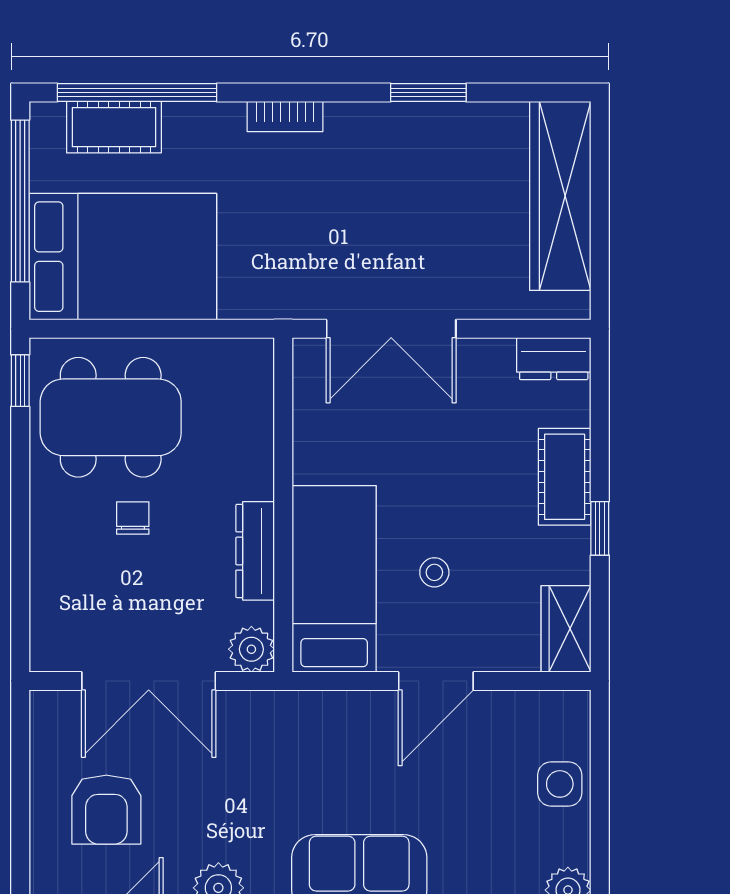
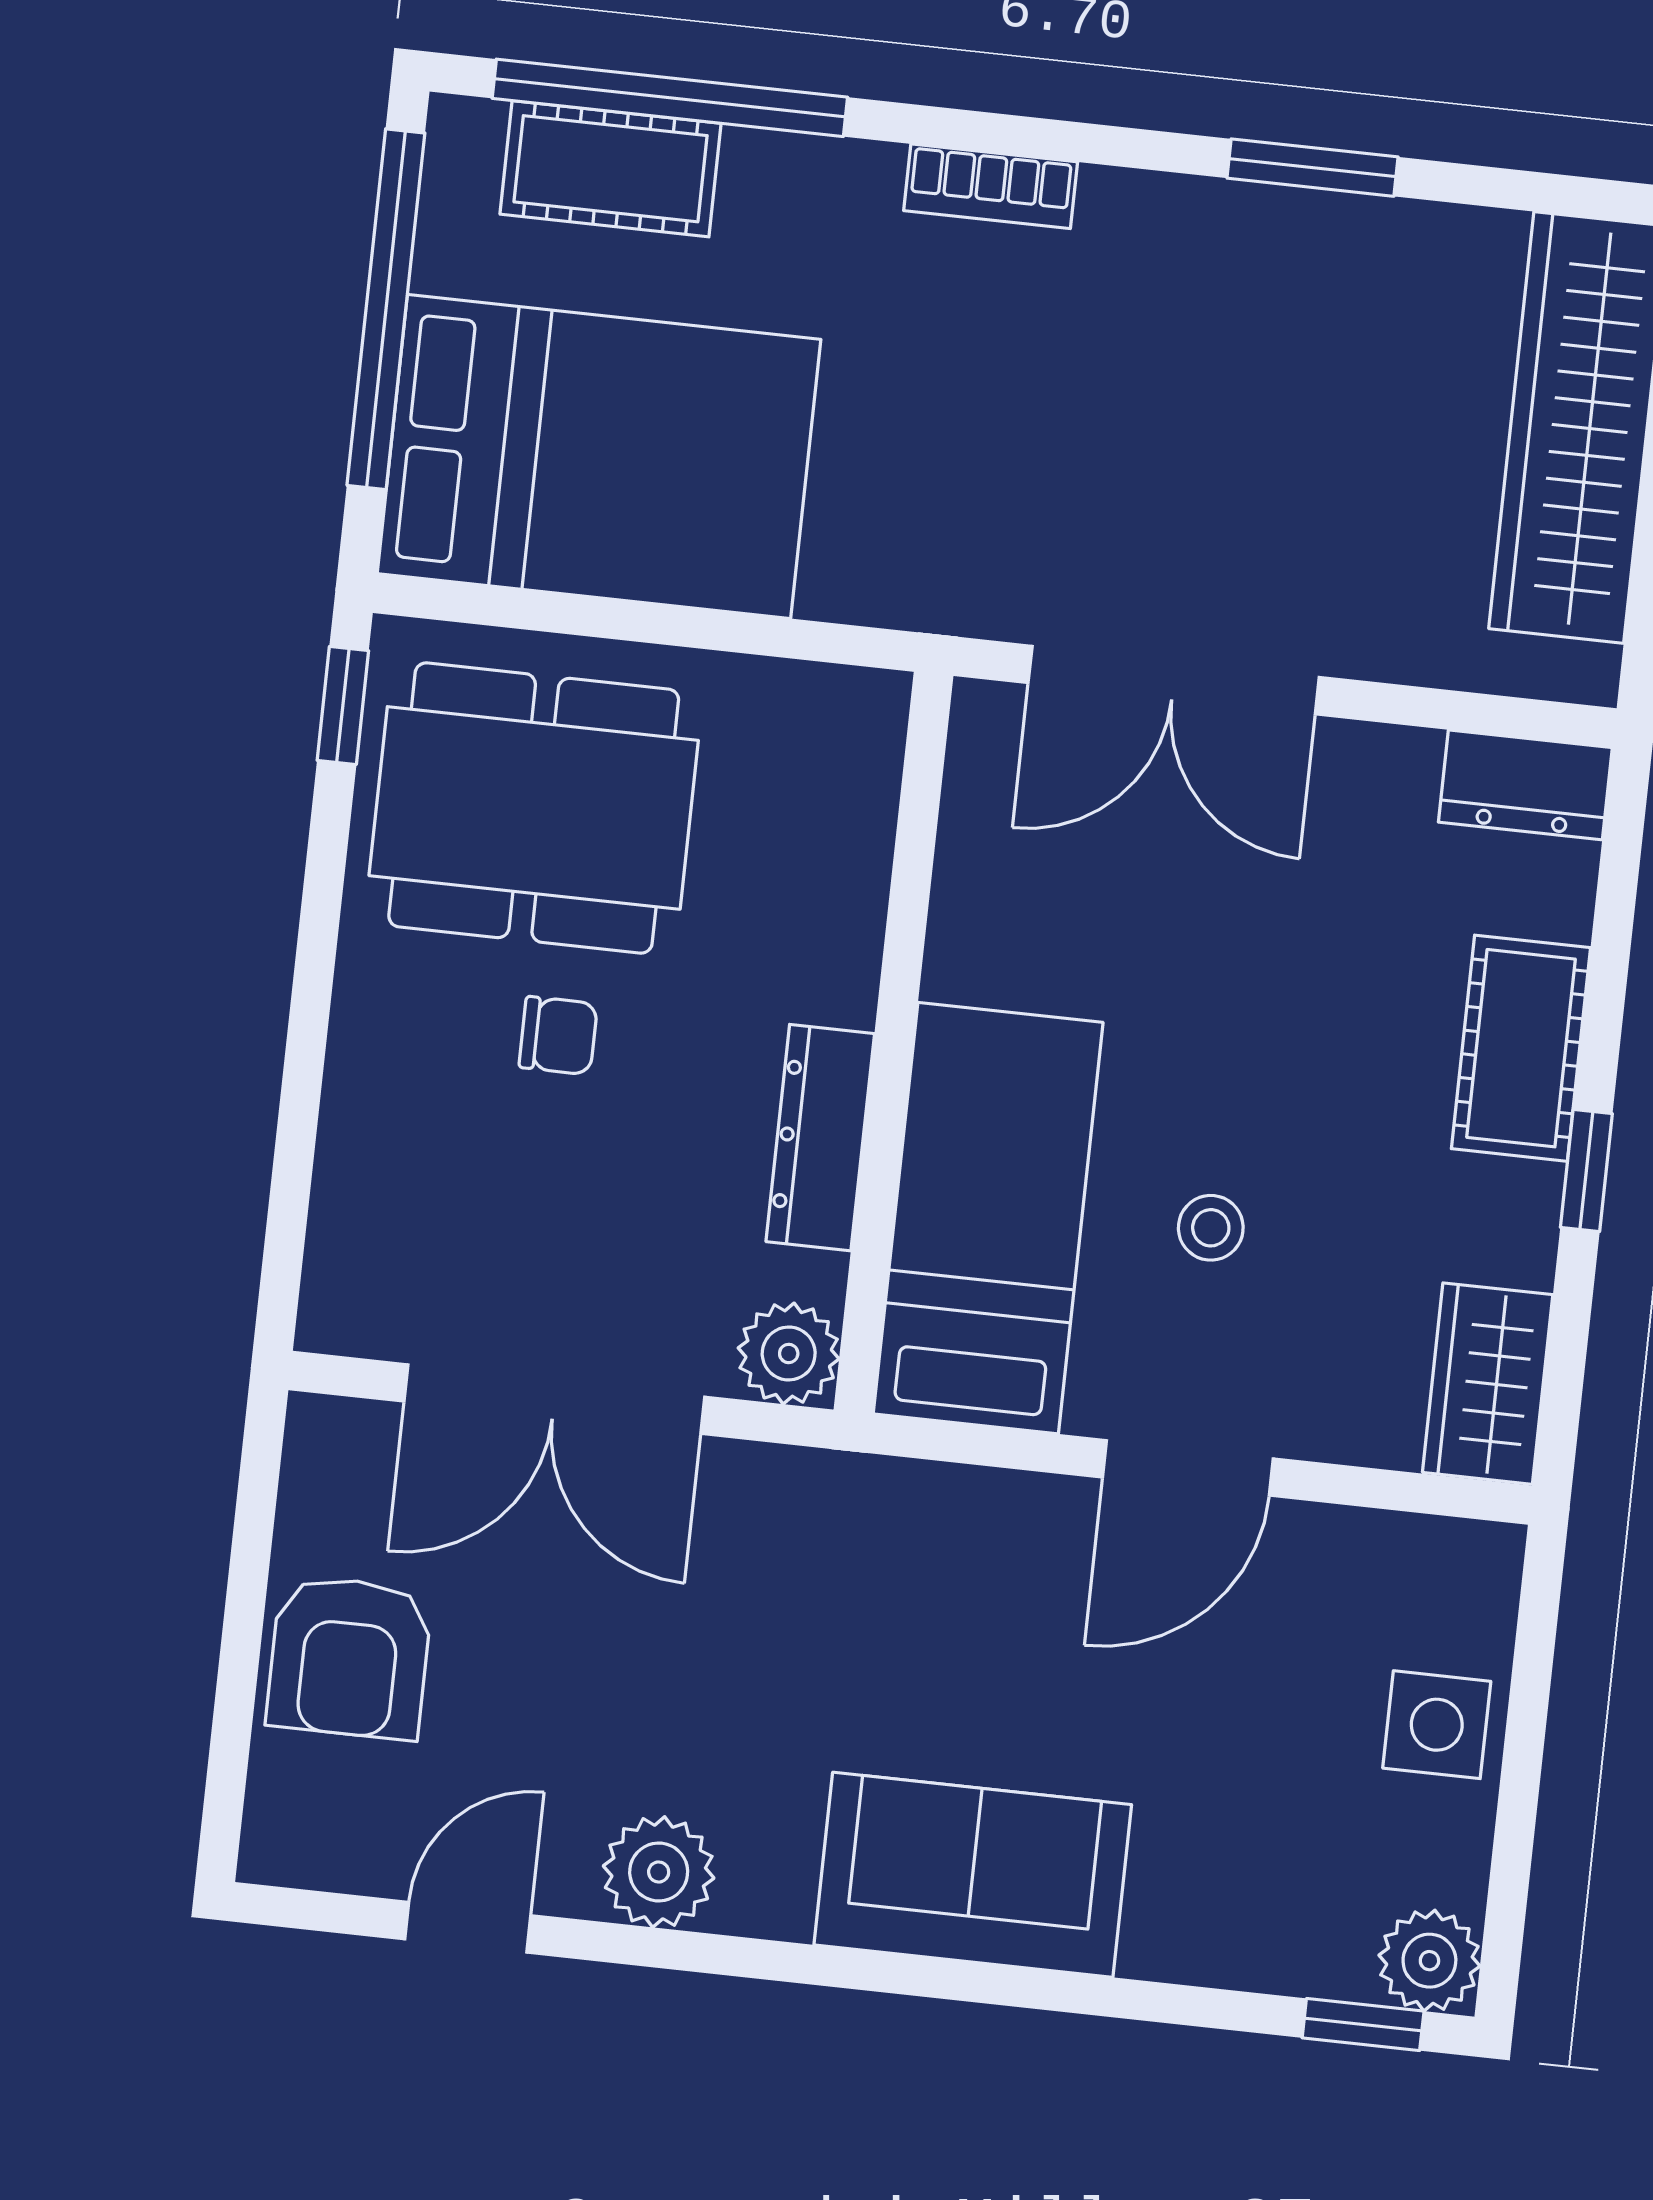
chair: (133, 518) -> (558, 1036), turned 90
armchair: (106, 810) -> (349, 1657), moved

